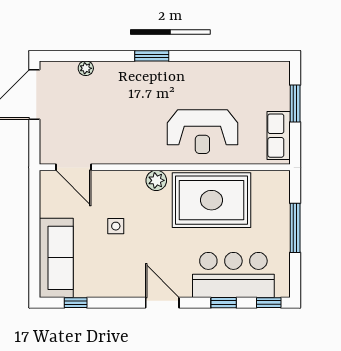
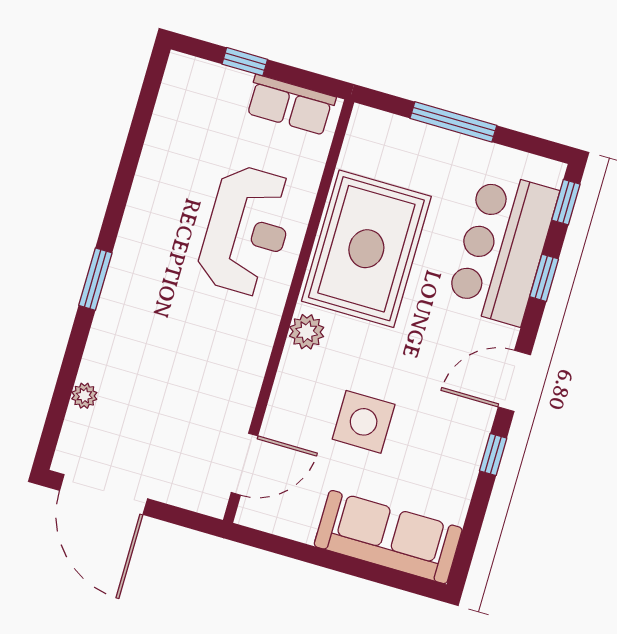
window: (295, 104) -> (245, 62), width x0.67
side table: (116, 226) -> (364, 422), width x1.87, depth x1.87
window: (76, 303) -> (493, 454), moved

